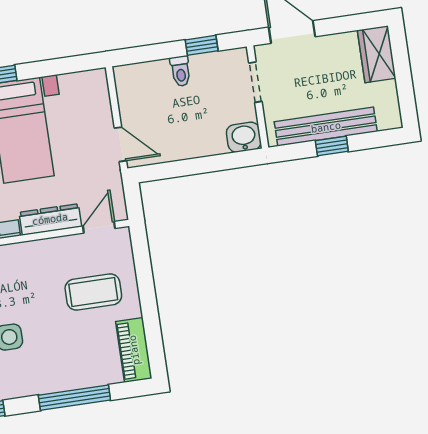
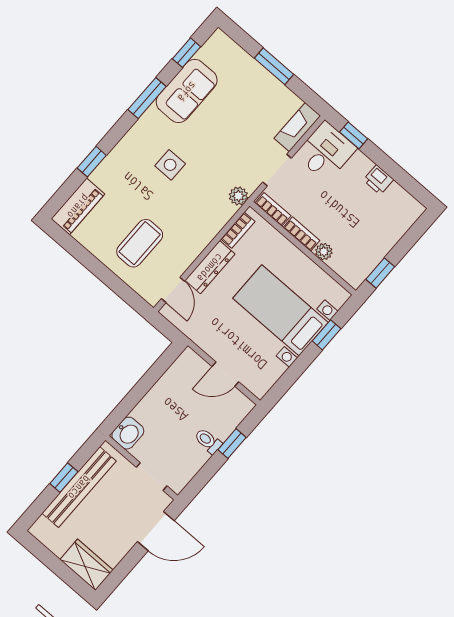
window: (202, 45) -> (232, 444), moved
door: (120, 144) -> (225, 374), moved
piano: (134, 350) -> (78, 206), moved, turned 90
window: (74, 398) -> (92, 162), width x0.46

